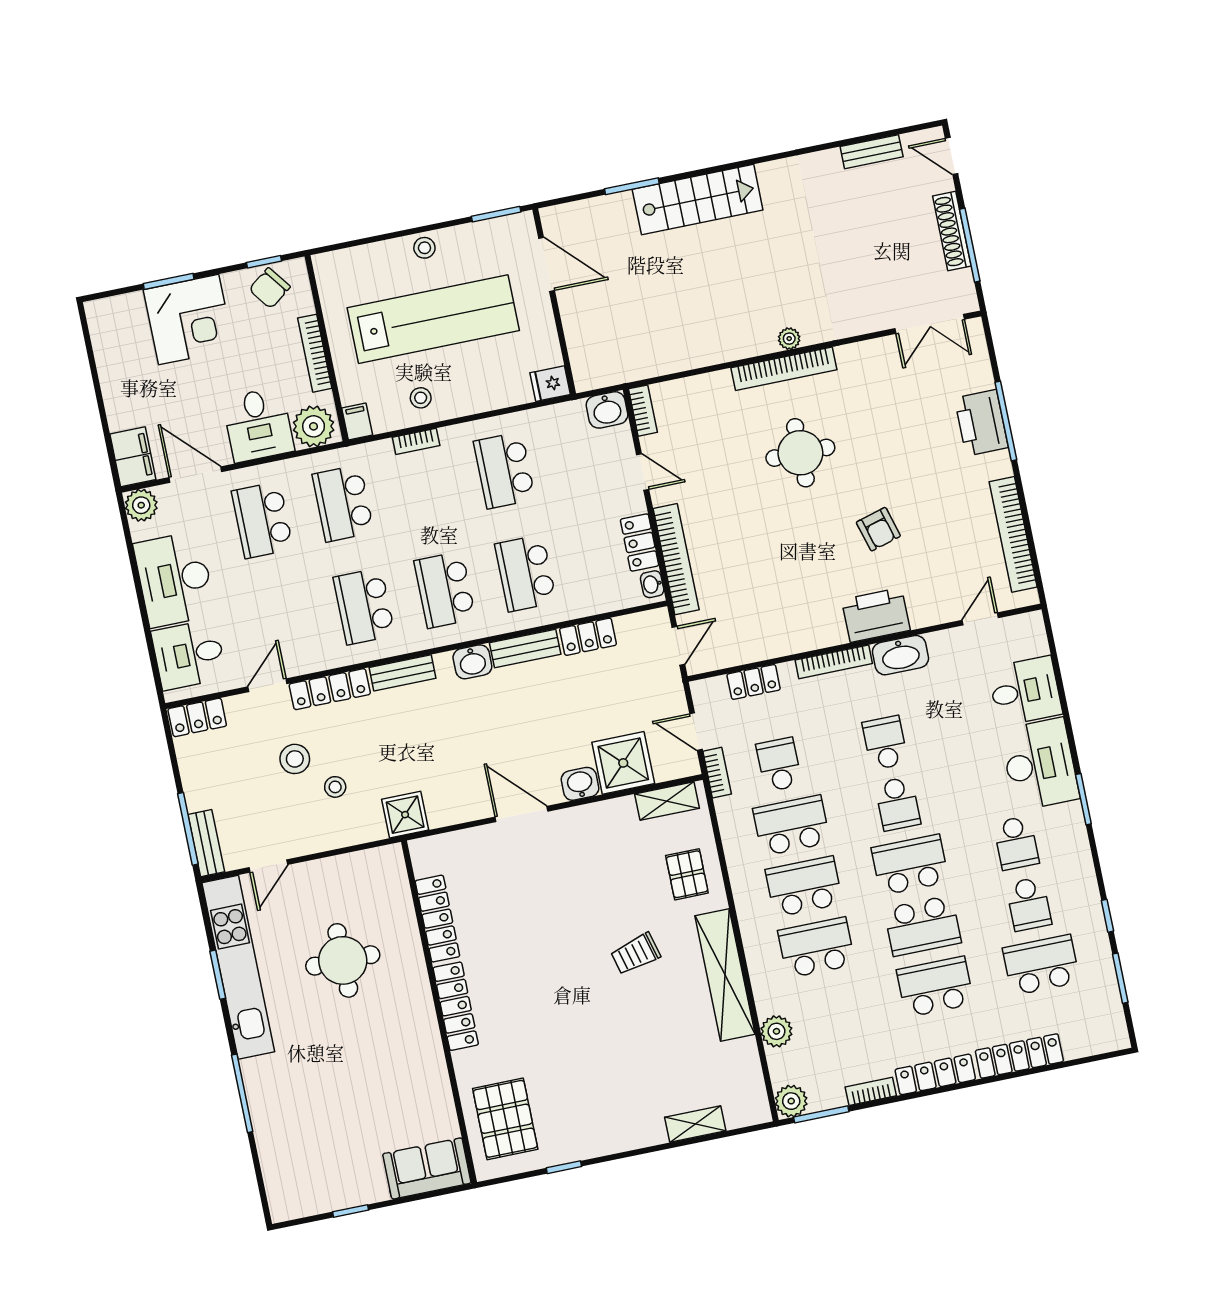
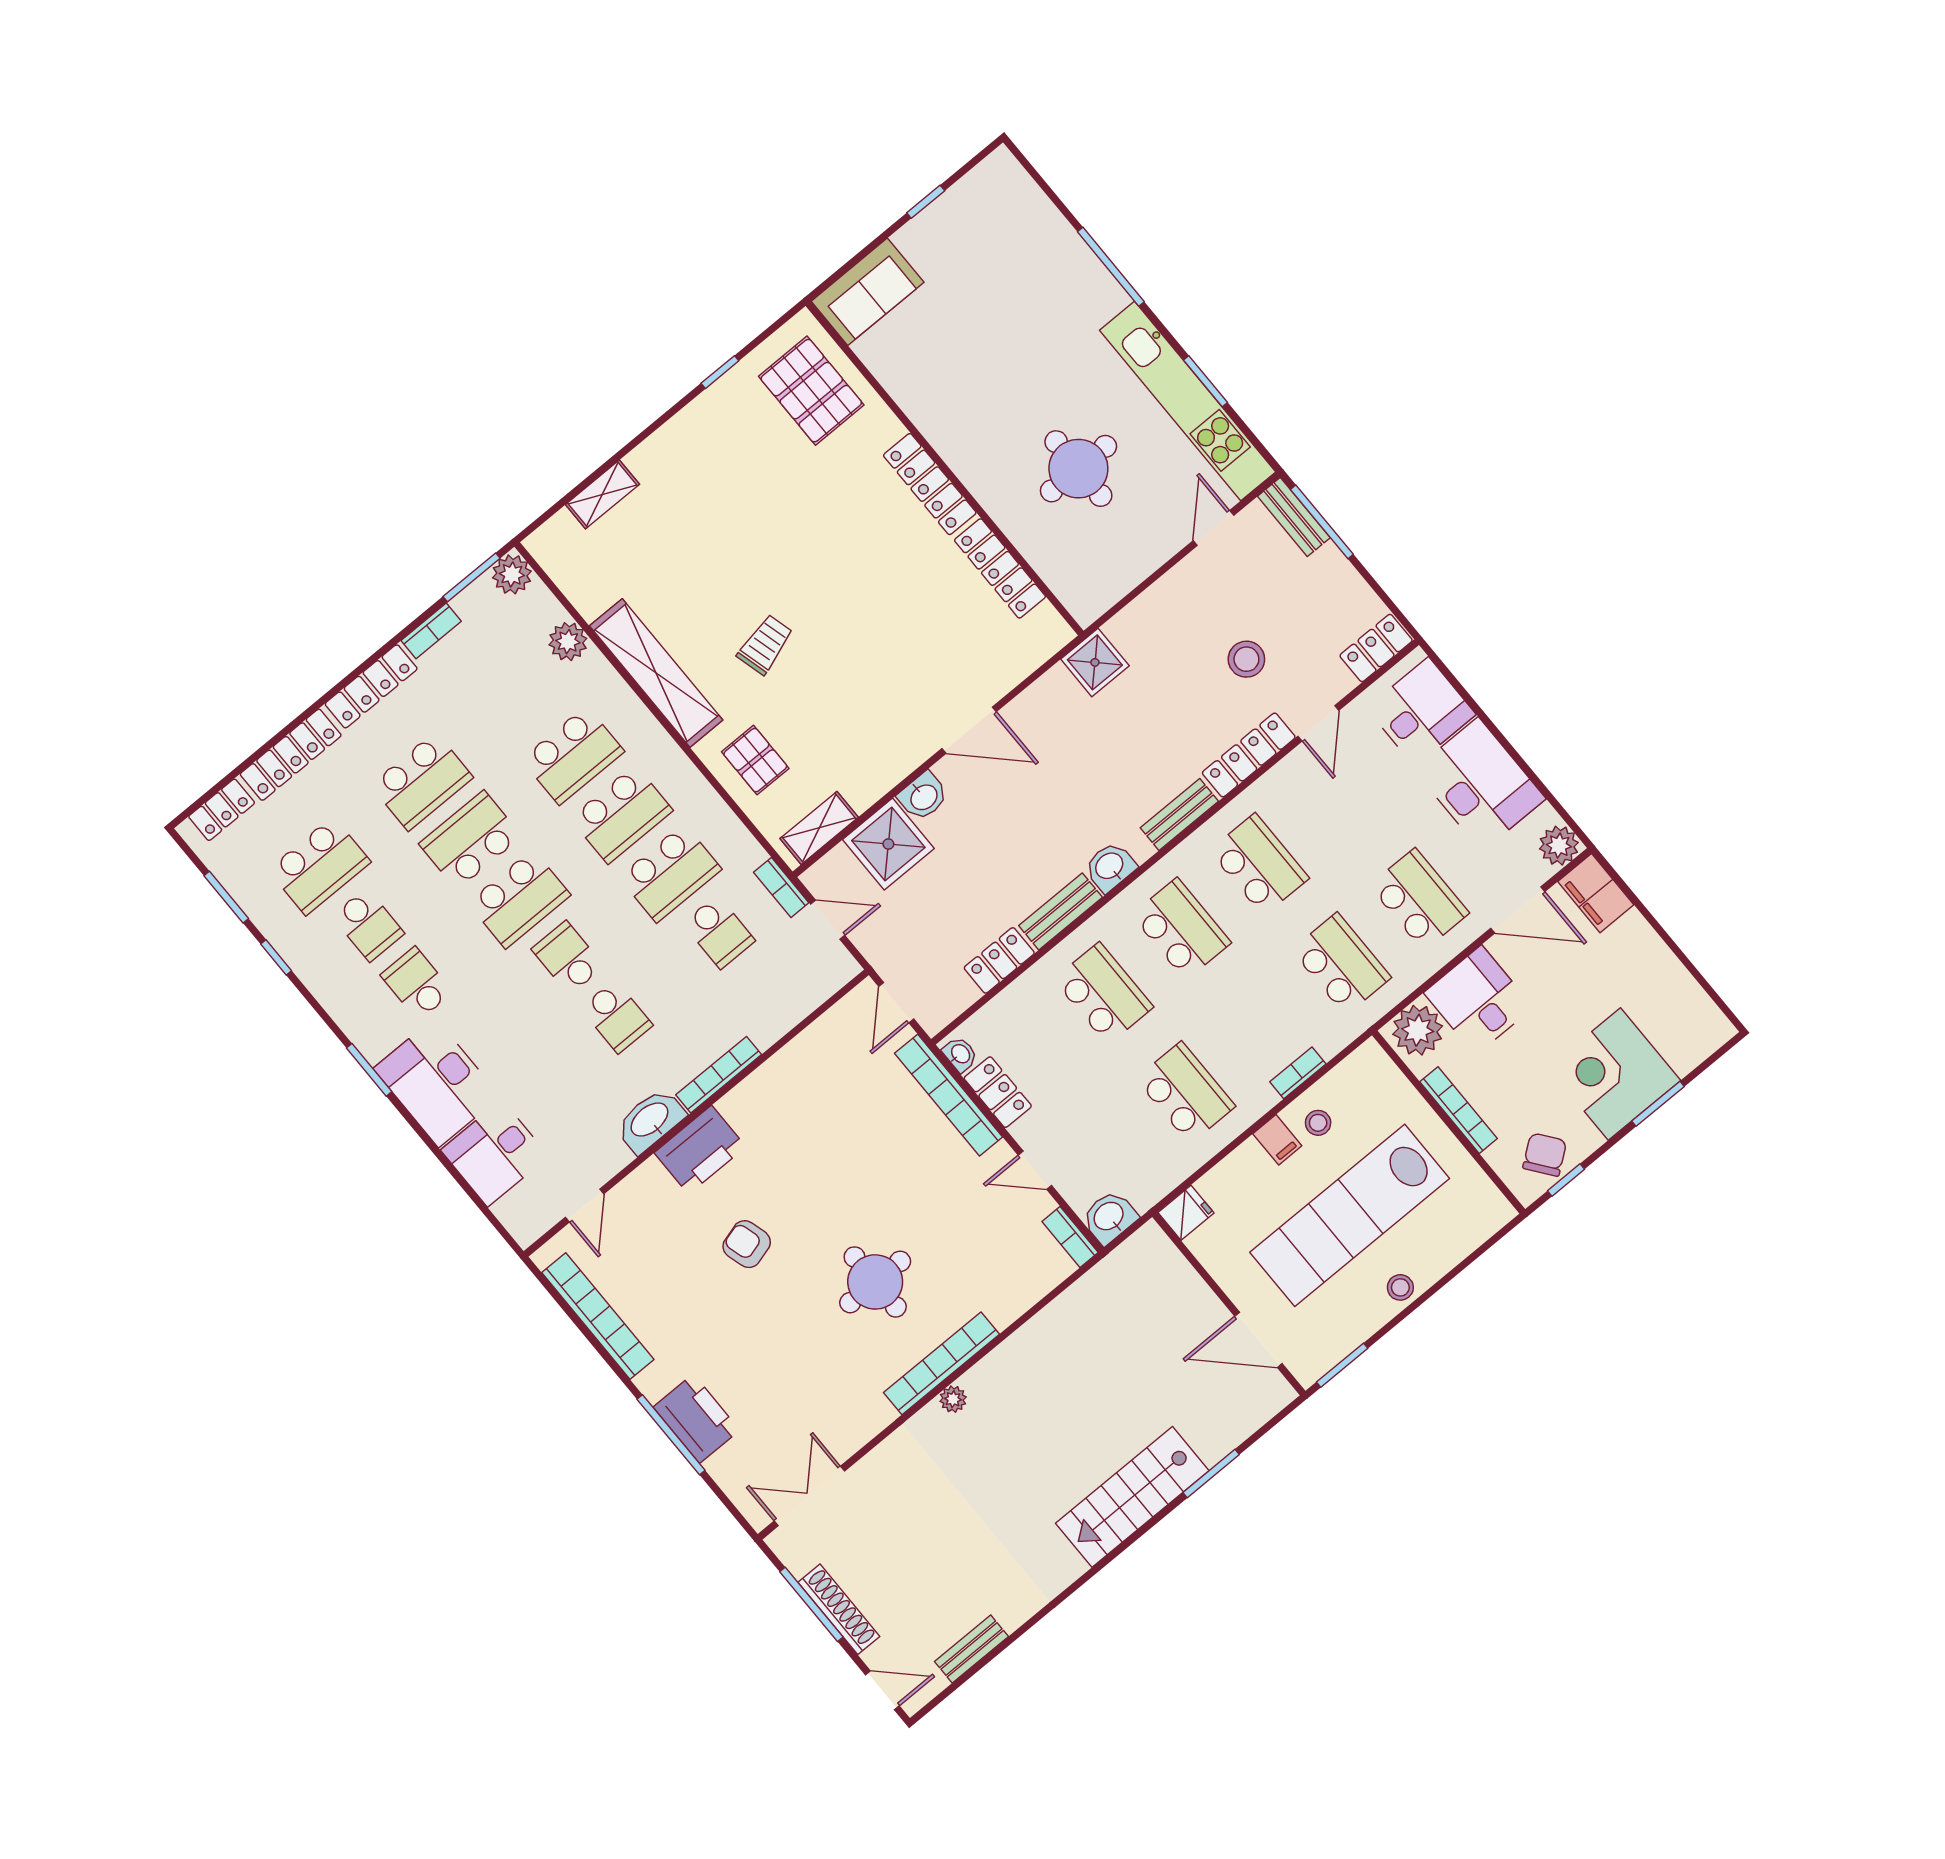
filing cabinet: (357, 422) -> (1277, 1140), moved
locker: (754, 682) -> (222, 810), moved, turned 180
stool: (335, 787) -> (1187, 652), removed
school desk: (1029, 904) -> (368, 925), turned 180

